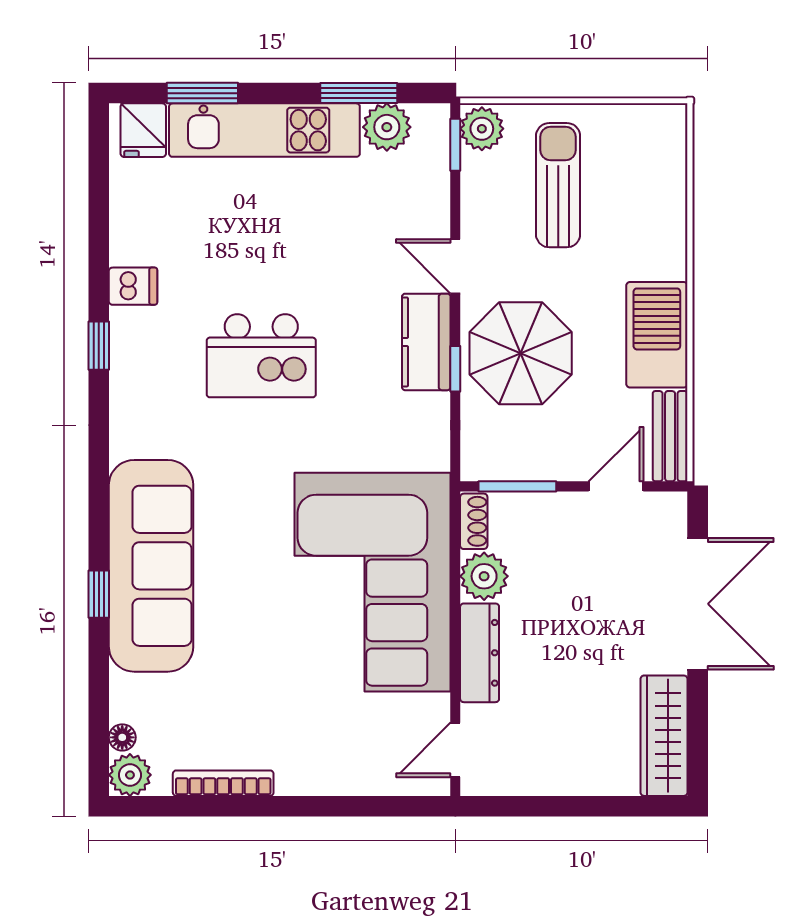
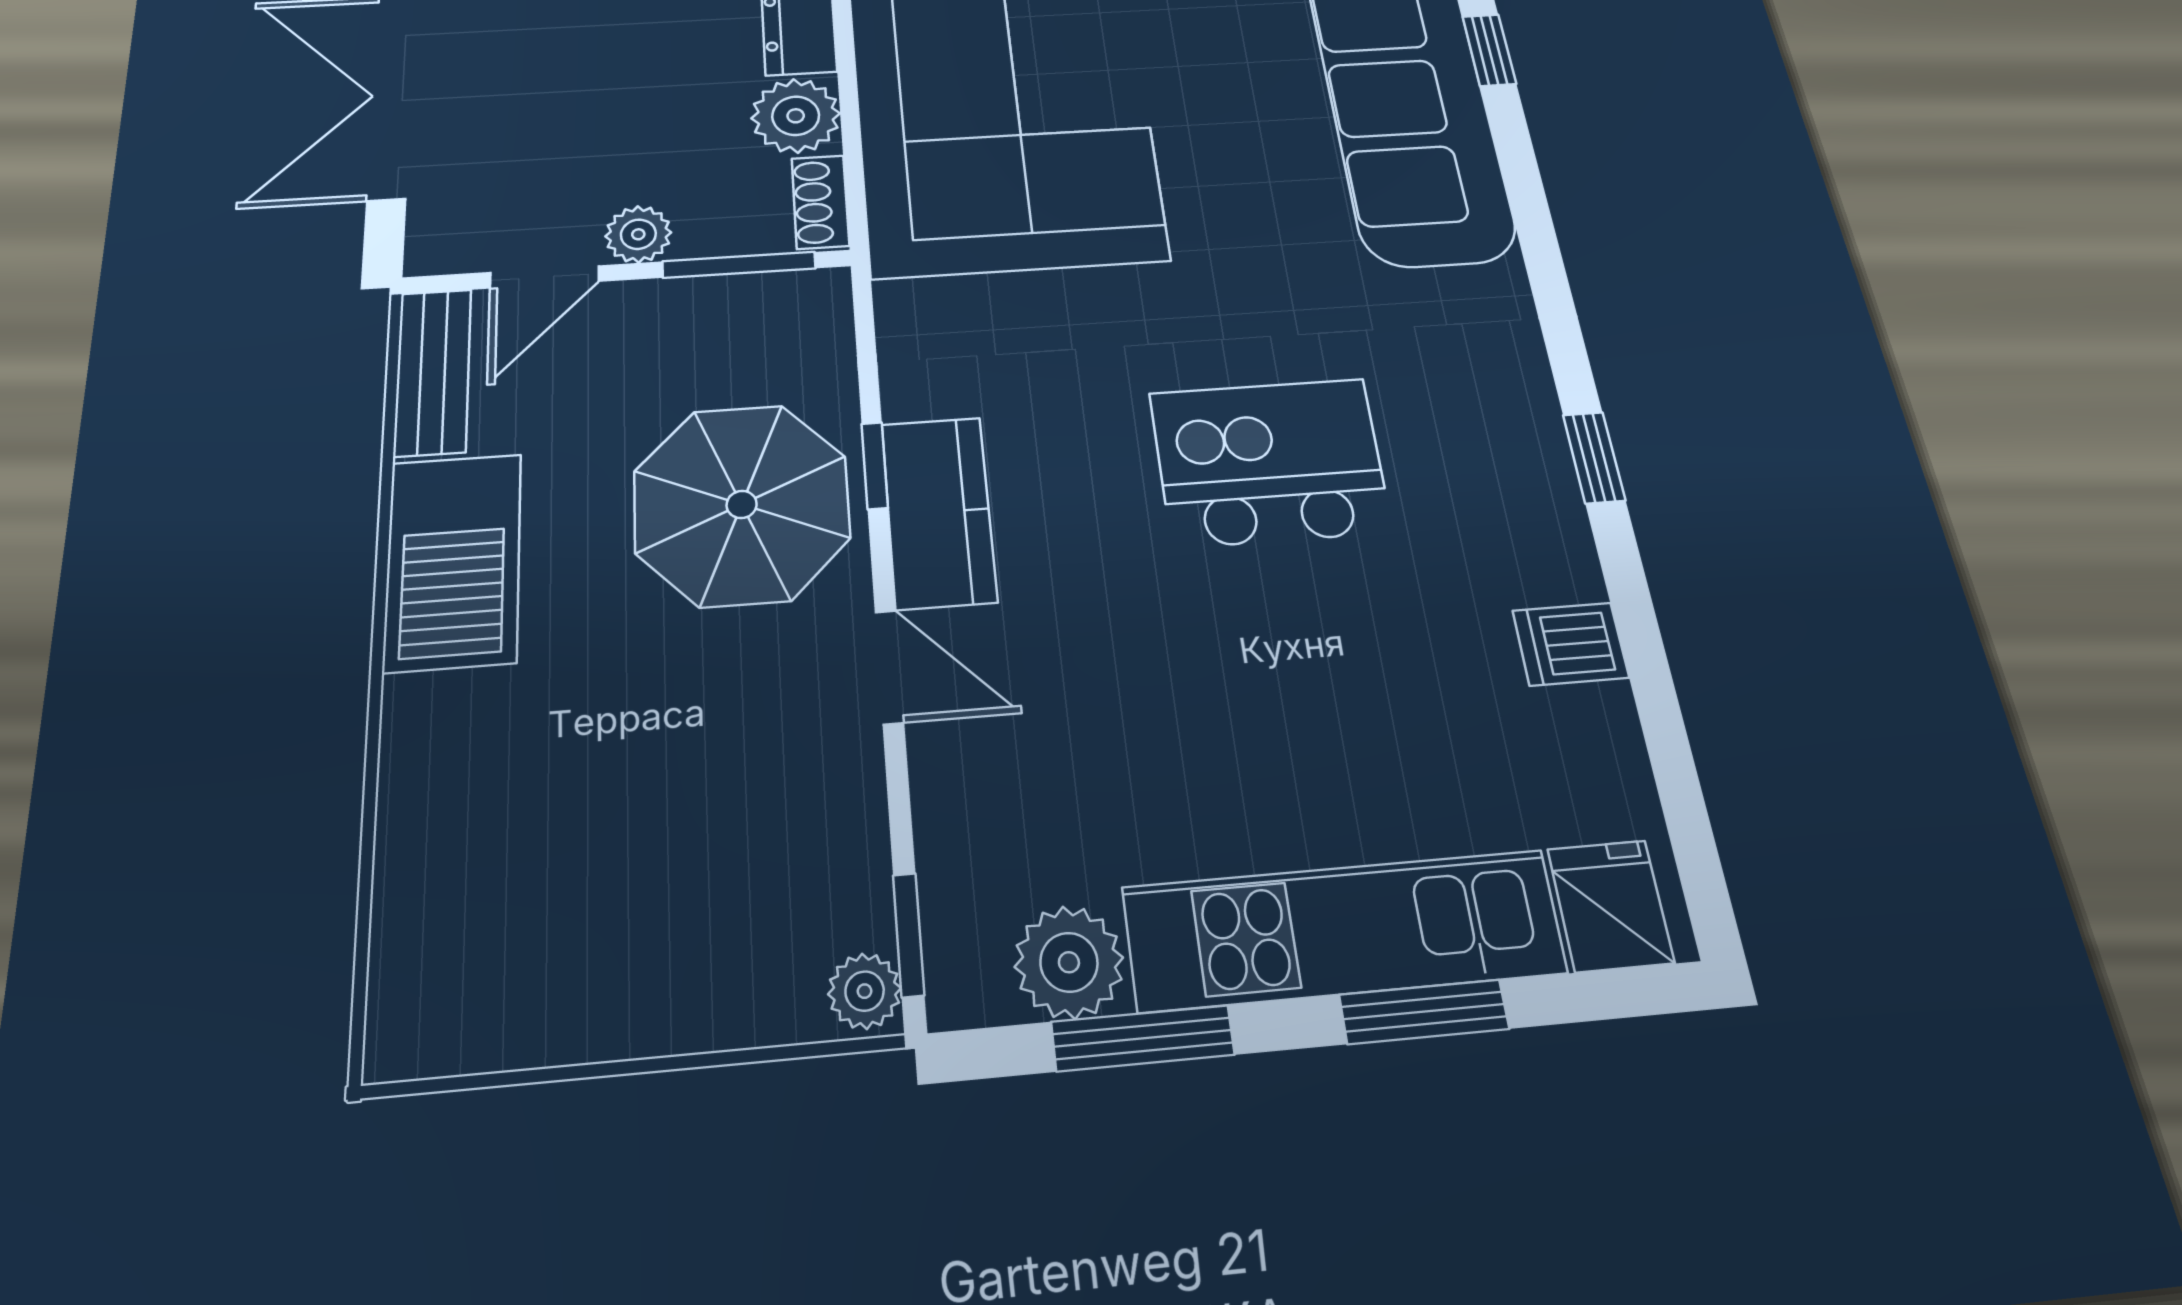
window: (202, 93) -> (1424, 1012), moved
plant: (482, 129) -> (865, 991), width x0.73, depth x0.73
sun lounger: (558, 185) -> (670, 862), removed
dishwasher: (133, 286) -> (1571, 644), moved
plant: (568, 508) -> (638, 234), added

